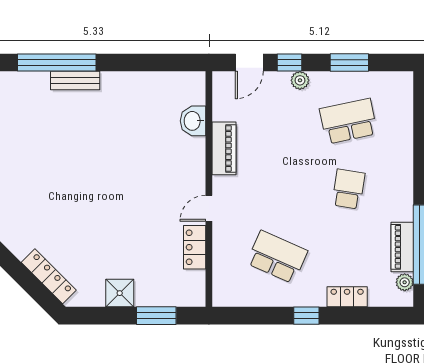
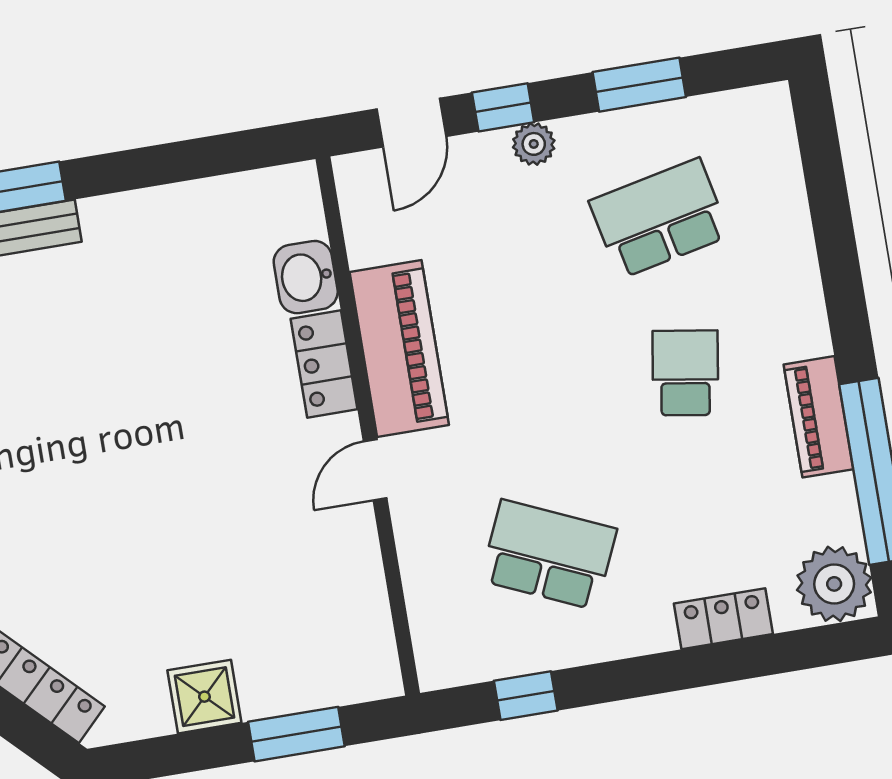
piano: (224, 148) -> (399, 349), width x1.37, depth x1.33
locker: (195, 247) -> (324, 364), moved
piano: (402, 247) -> (818, 417), moved
plant: (405, 282) -> (834, 584), width x1.88, depth x1.88
window: (306, 316) -> (526, 696), moved

